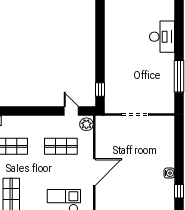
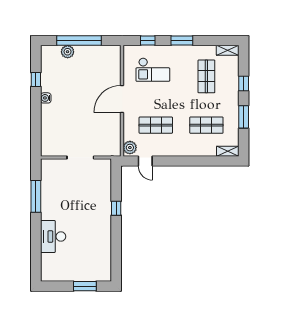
window: (100, 90) -> (116, 208), moved

